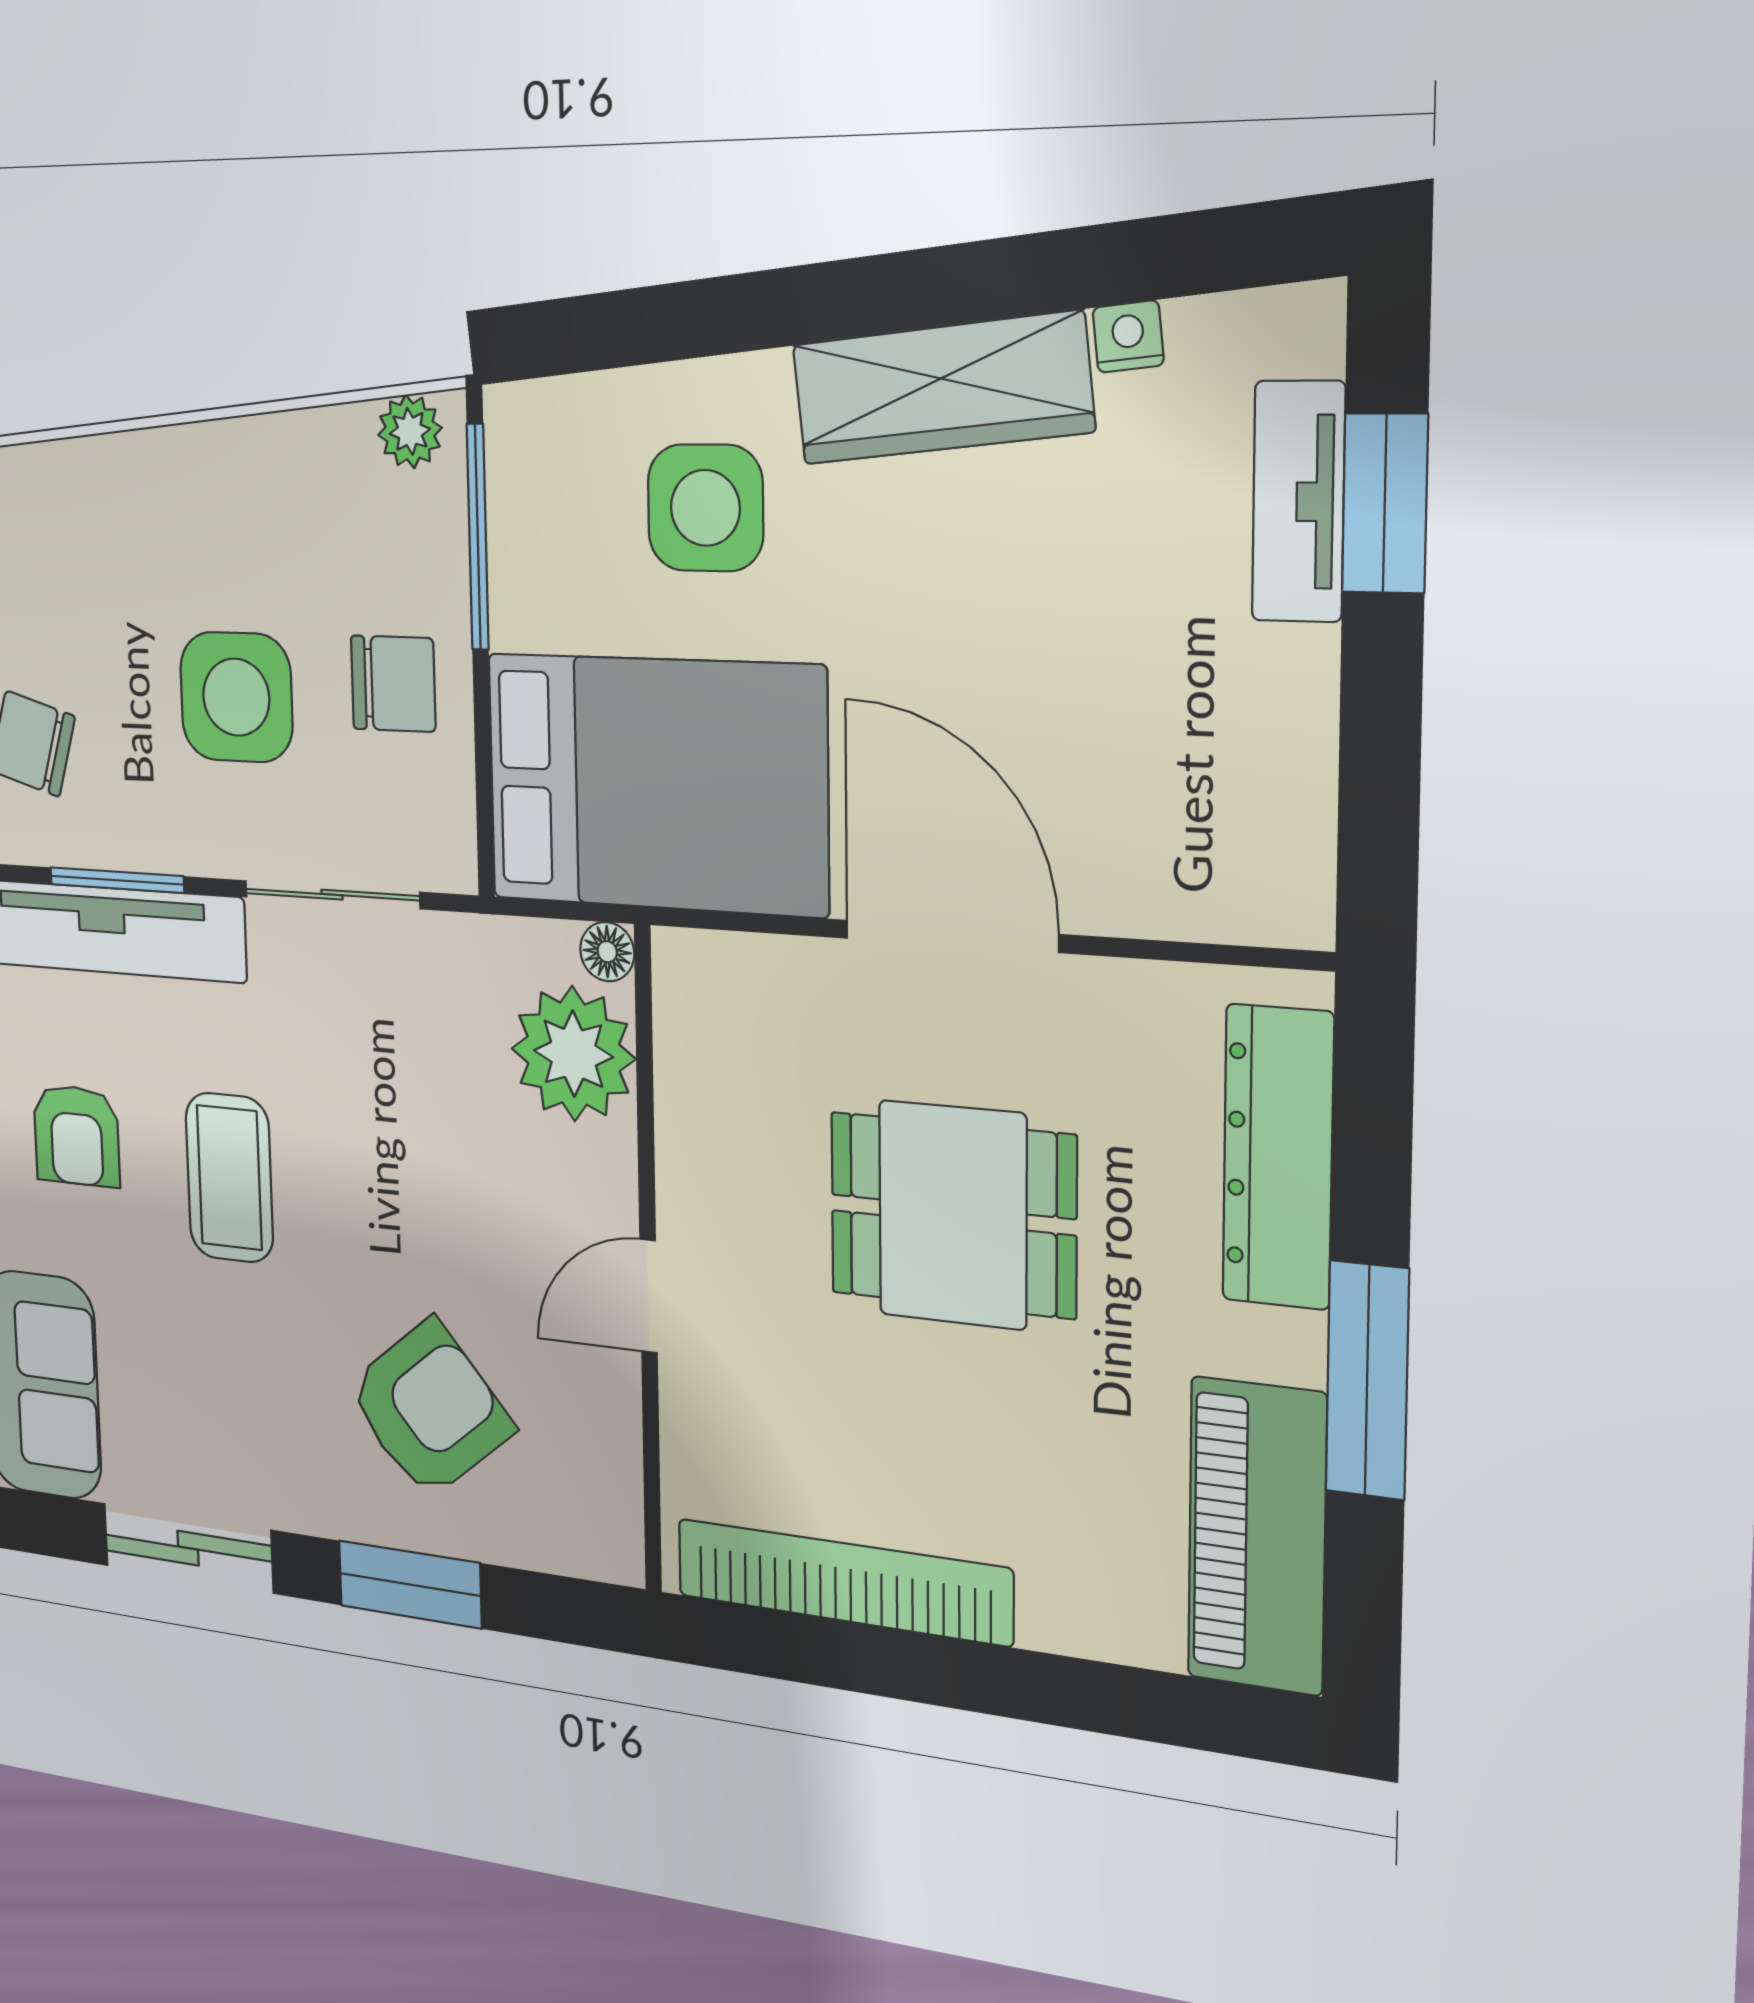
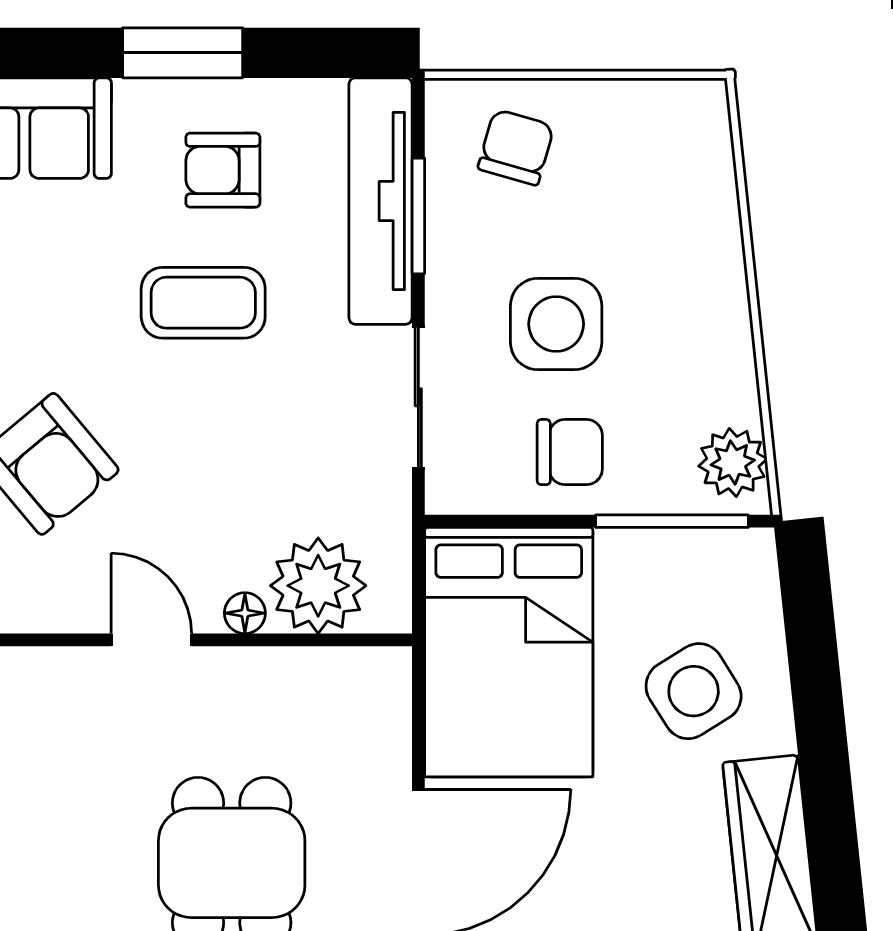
plant: (410, 431) -> (733, 463), width x1.38, depth x1.38
side table: (705, 508) -> (694, 691), turned -32
chair: (393, 684) -> (570, 452), turned -90
floor lamp: (607, 952) -> (245, 613), moved

